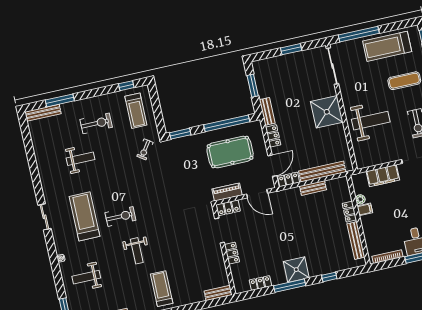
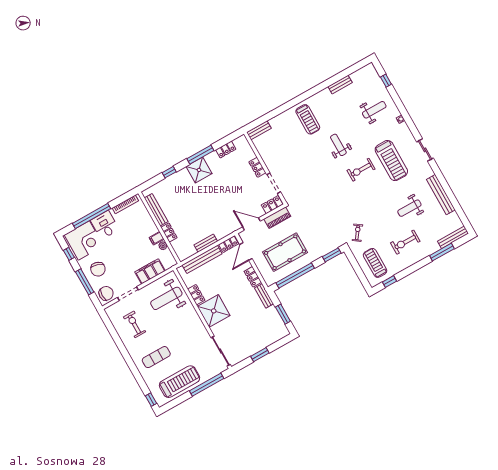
weight bench: (371, 121) -> (166, 298), moved
locker: (340, 135) -> (196, 295), added
bench: (42, 163) -> (441, 195), added

